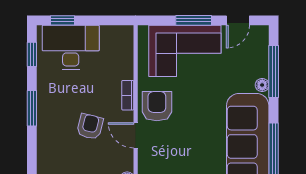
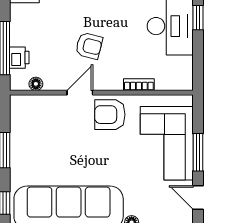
bookcase: (128, 95) -> (139, 85), moved
armchair: (157, 106) -> (110, 115), turned 180

